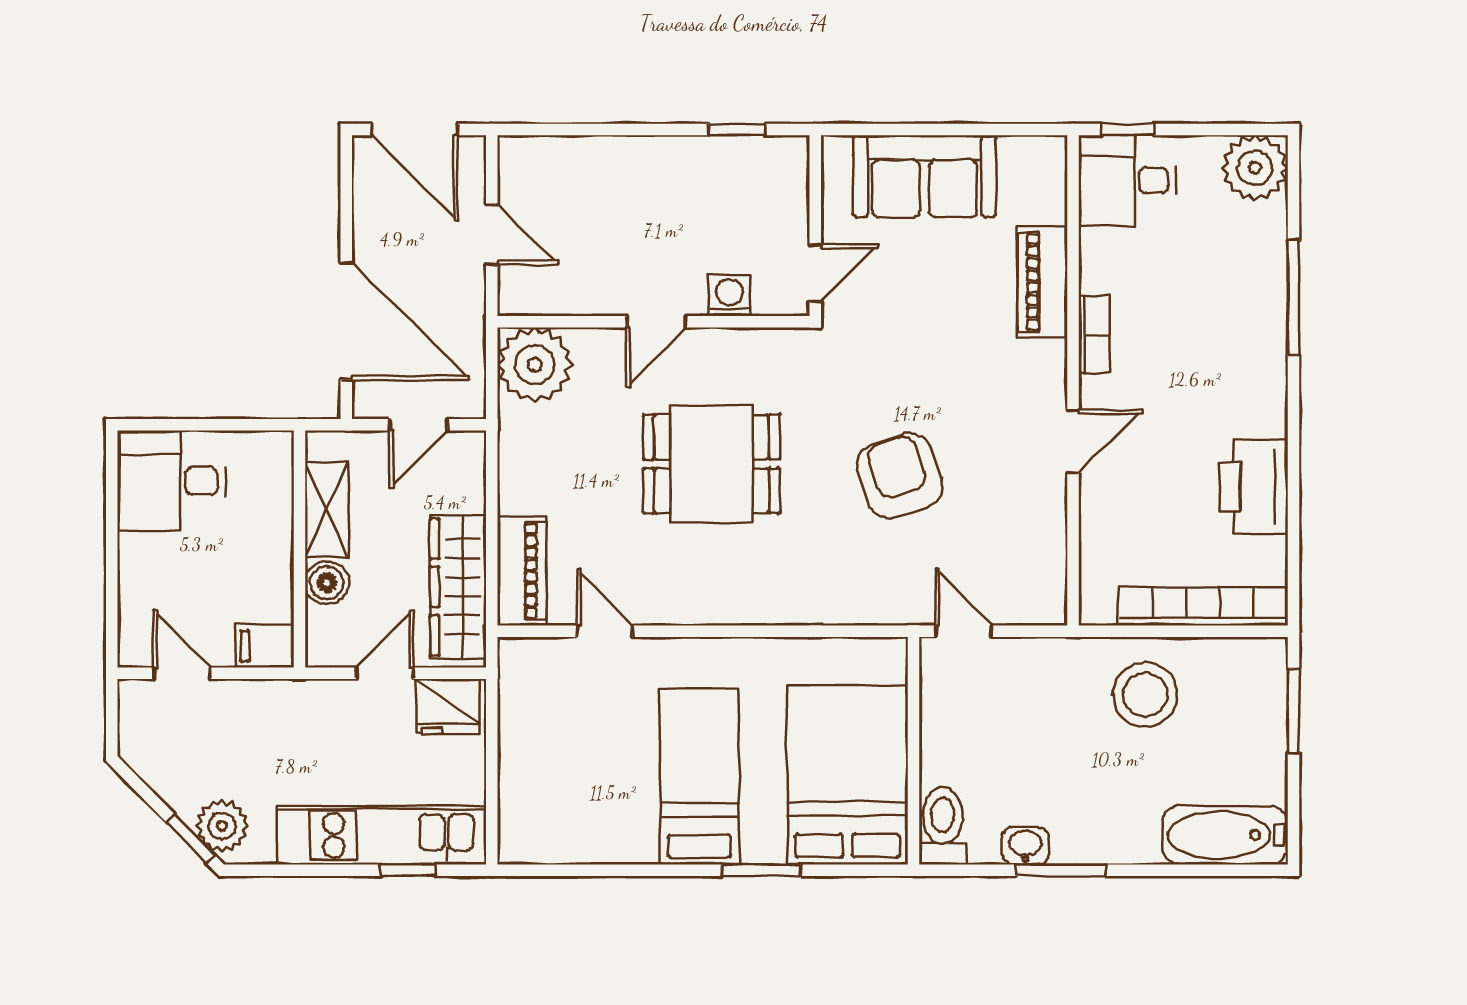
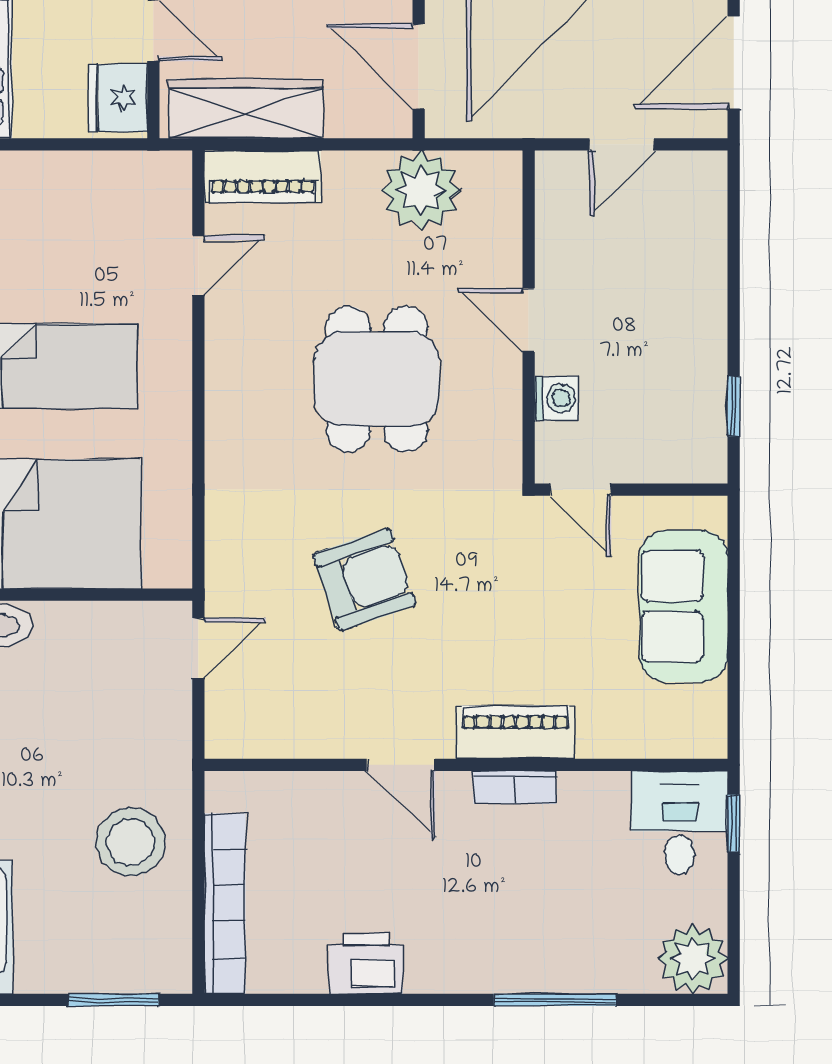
piano: (1042, 282) -> (515, 732), moved
plant: (535, 365) -> (421, 190), moved
door: (419, 425) -> (419, 66), width x1.38
printer: (1254, 487) -> (366, 964), width x0.73, depth x0.84

